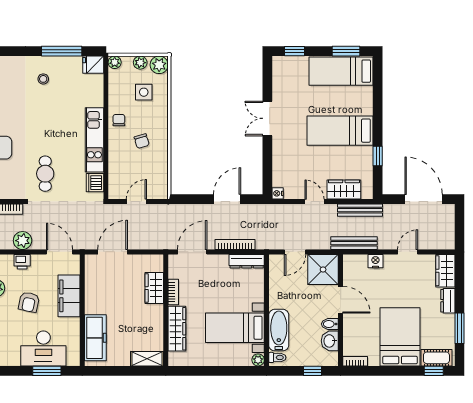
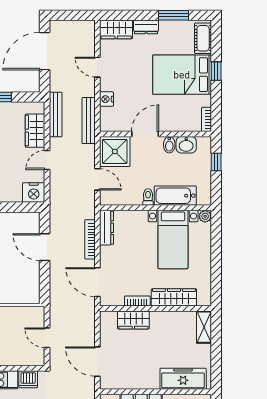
nightstand: (278, 193) -> (34, 192), width x1.89, depth x1.79
toilet: (277, 357) -> (148, 197), moved
window: (434, 371) -> (216, 71), moved

